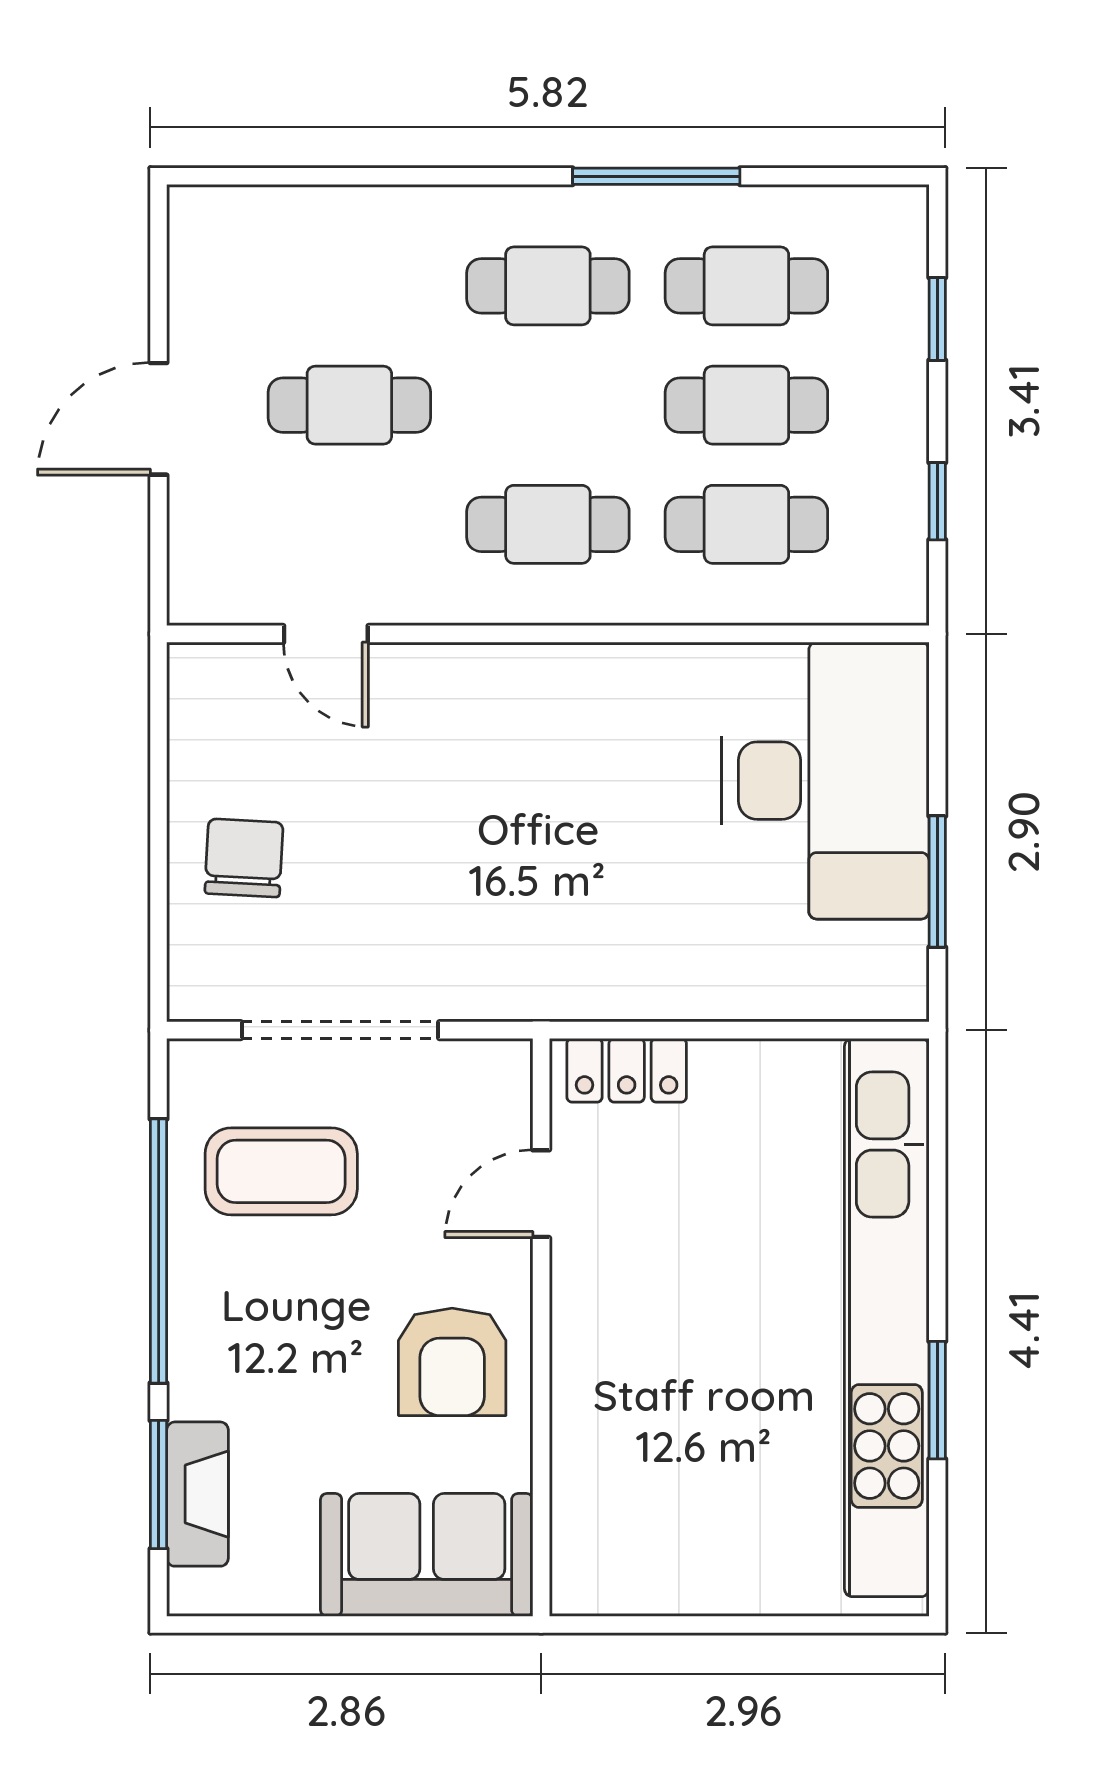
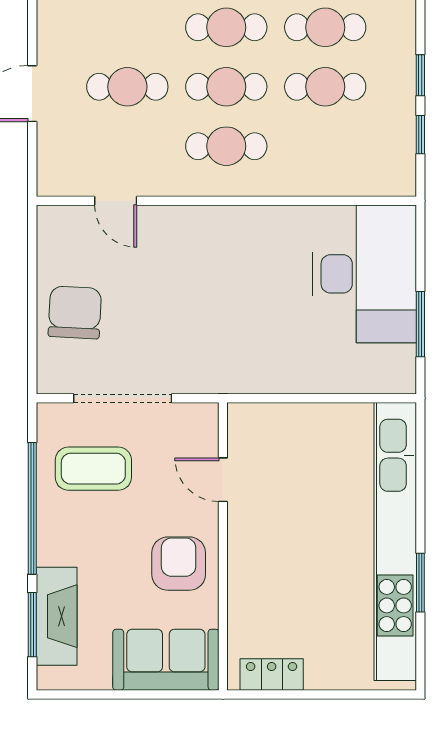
window: (937, 319) -> (420, 75), moved
cafe table: (746, 524) -> (226, 87), moved
chair: (244, 858) -> (75, 312), width x1.37, depth x1.37
locker: (627, 1070) -> (272, 674), moved, turned 180
door: (541, 1194) -> (223, 480), hinge flipped
armchair: (452, 1362) -> (179, 564), turned 180
fireplace: (198, 1494) -> (57, 616), width x1.37, depth x1.32

